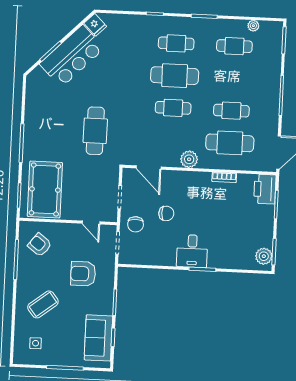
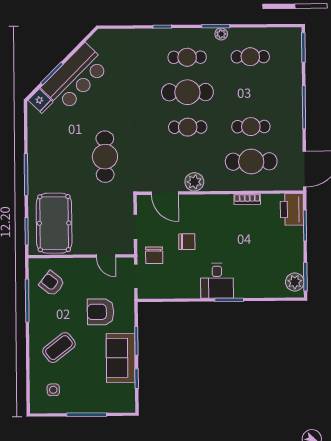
fridge: (95, 25) -> (40, 101), moved
plant: (253, 26) -> (221, 34), moved
plant: (189, 159) -> (194, 182), moved
sofa: (98, 338) -> (121, 358), moved

